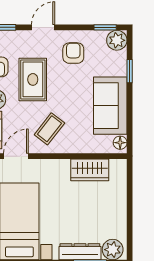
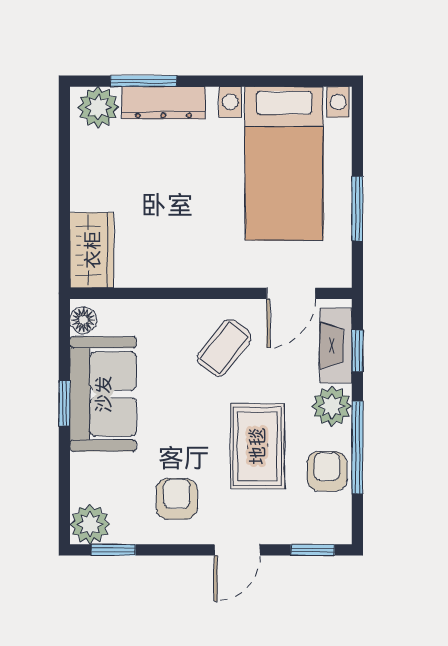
armchair: (73, 53) -> (177, 499), turned 180
window: (130, 71) -> (64, 403), moved
wardrobe: (90, 170) -> (92, 250), moved, turned 90

